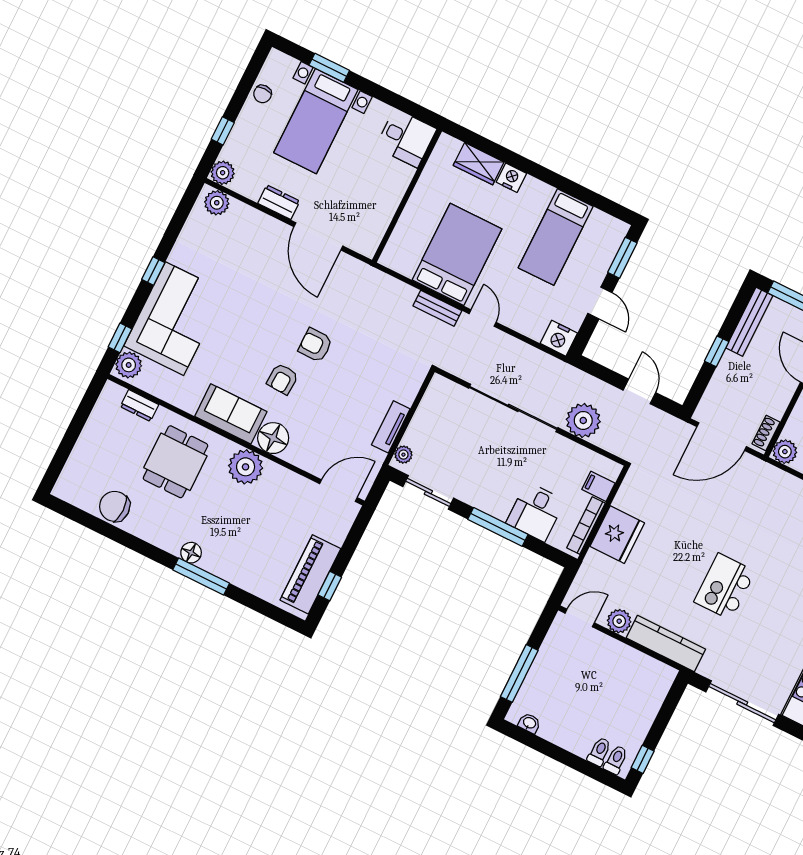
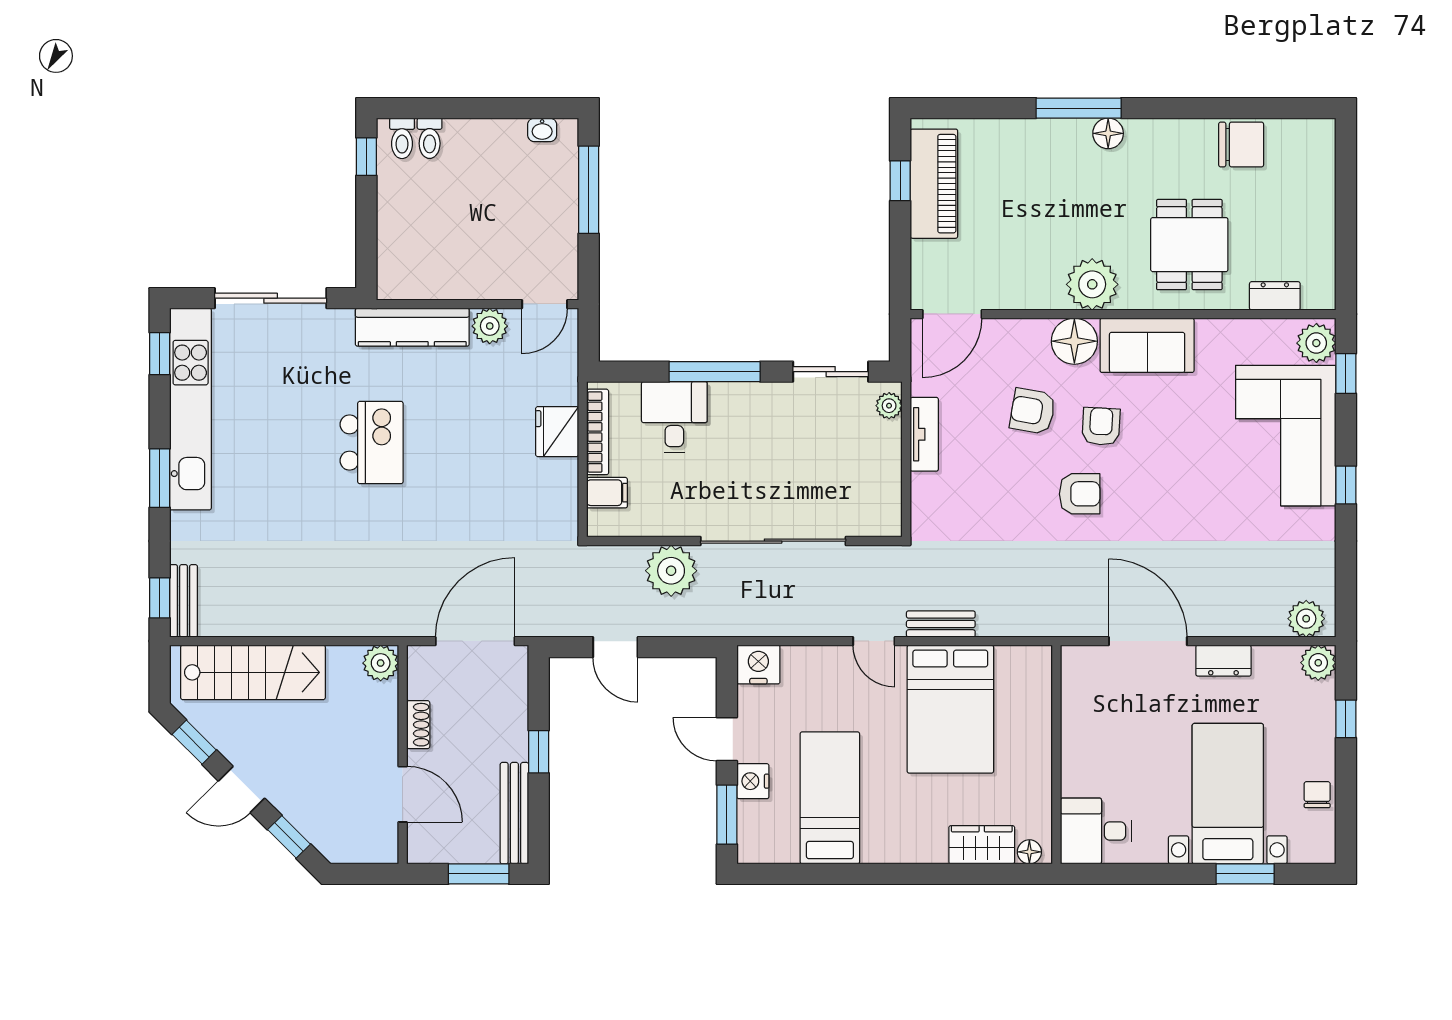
floor lamp: (452, 145) -> (1029, 852), added
nightstand: (511, 178) -> (753, 781), moved, turned 90
armchair: (319, 409) -> (1033, 411), added
shoe rack: (766, 433) -> (418, 725), moved
fridge: (617, 535) -> (557, 432), width x0.73, depth x0.75

